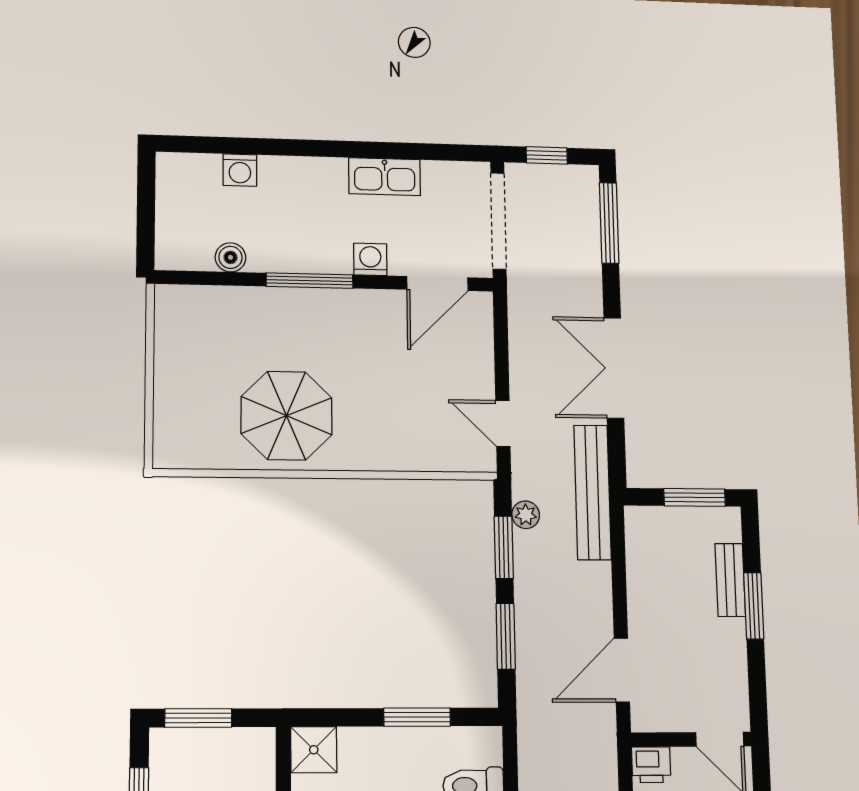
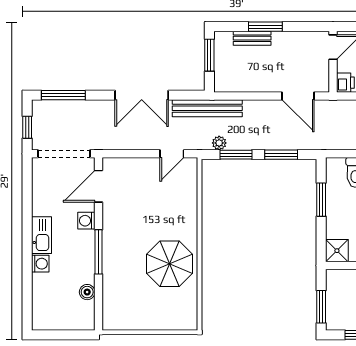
washing machine: (240, 170) -> (40, 264), moved
kitchen sink: (385, 177) -> (42, 235), moved
door: (437, 283) -> (98, 186), swing flipped

